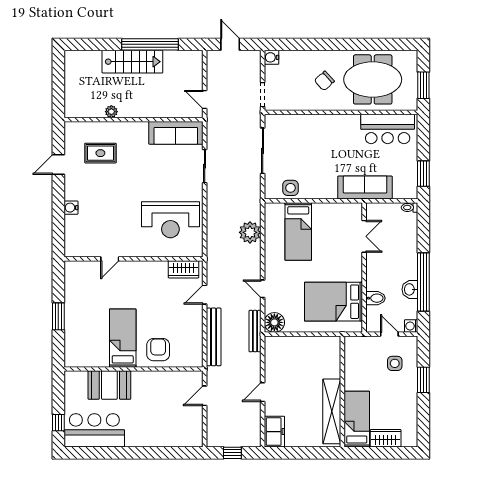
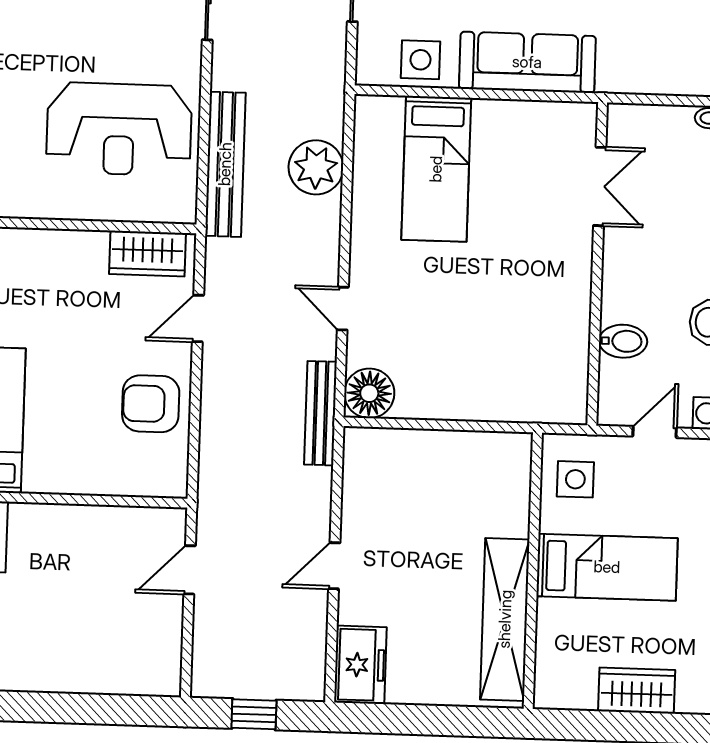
sofa: (365, 187) -> (527, 62), moved
bed: (333, 302) -> (518, 346), removed
door: (389, 334) -> (655, 432), hinge flipped
bench: (214, 337) -> (225, 164), moved
armchair: (158, 350) -> (151, 404), moved, turned -90
side table: (395, 363) -> (575, 479), moved
bed: (357, 419) -> (607, 567), moved, turned 90

